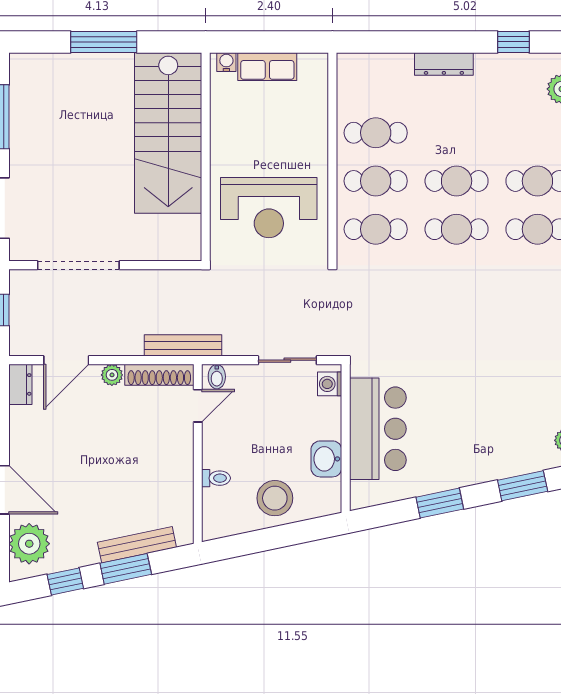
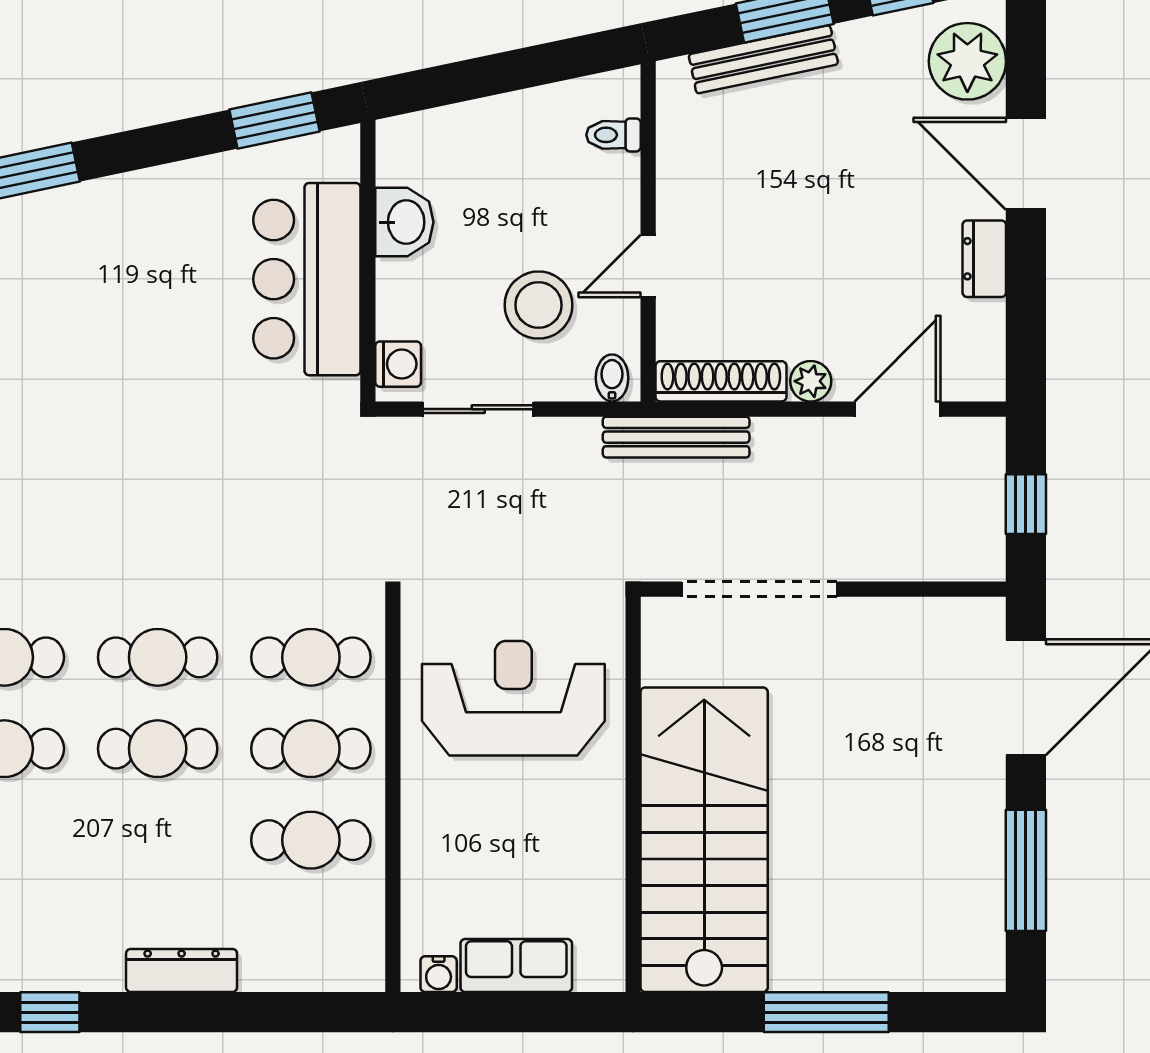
water cooler: (226, 62) -> (439, 974), moved
doorway: (78, 265) -> (759, 589), moved
dresser: (20, 384) -> (984, 259), moved
door: (198, 406) -> (648, 266), moved
toilet: (216, 478) -> (614, 135), moved
stool: (275, 498) -> (538, 305), moved
window: (440, 503) -> (275, 120), moved

